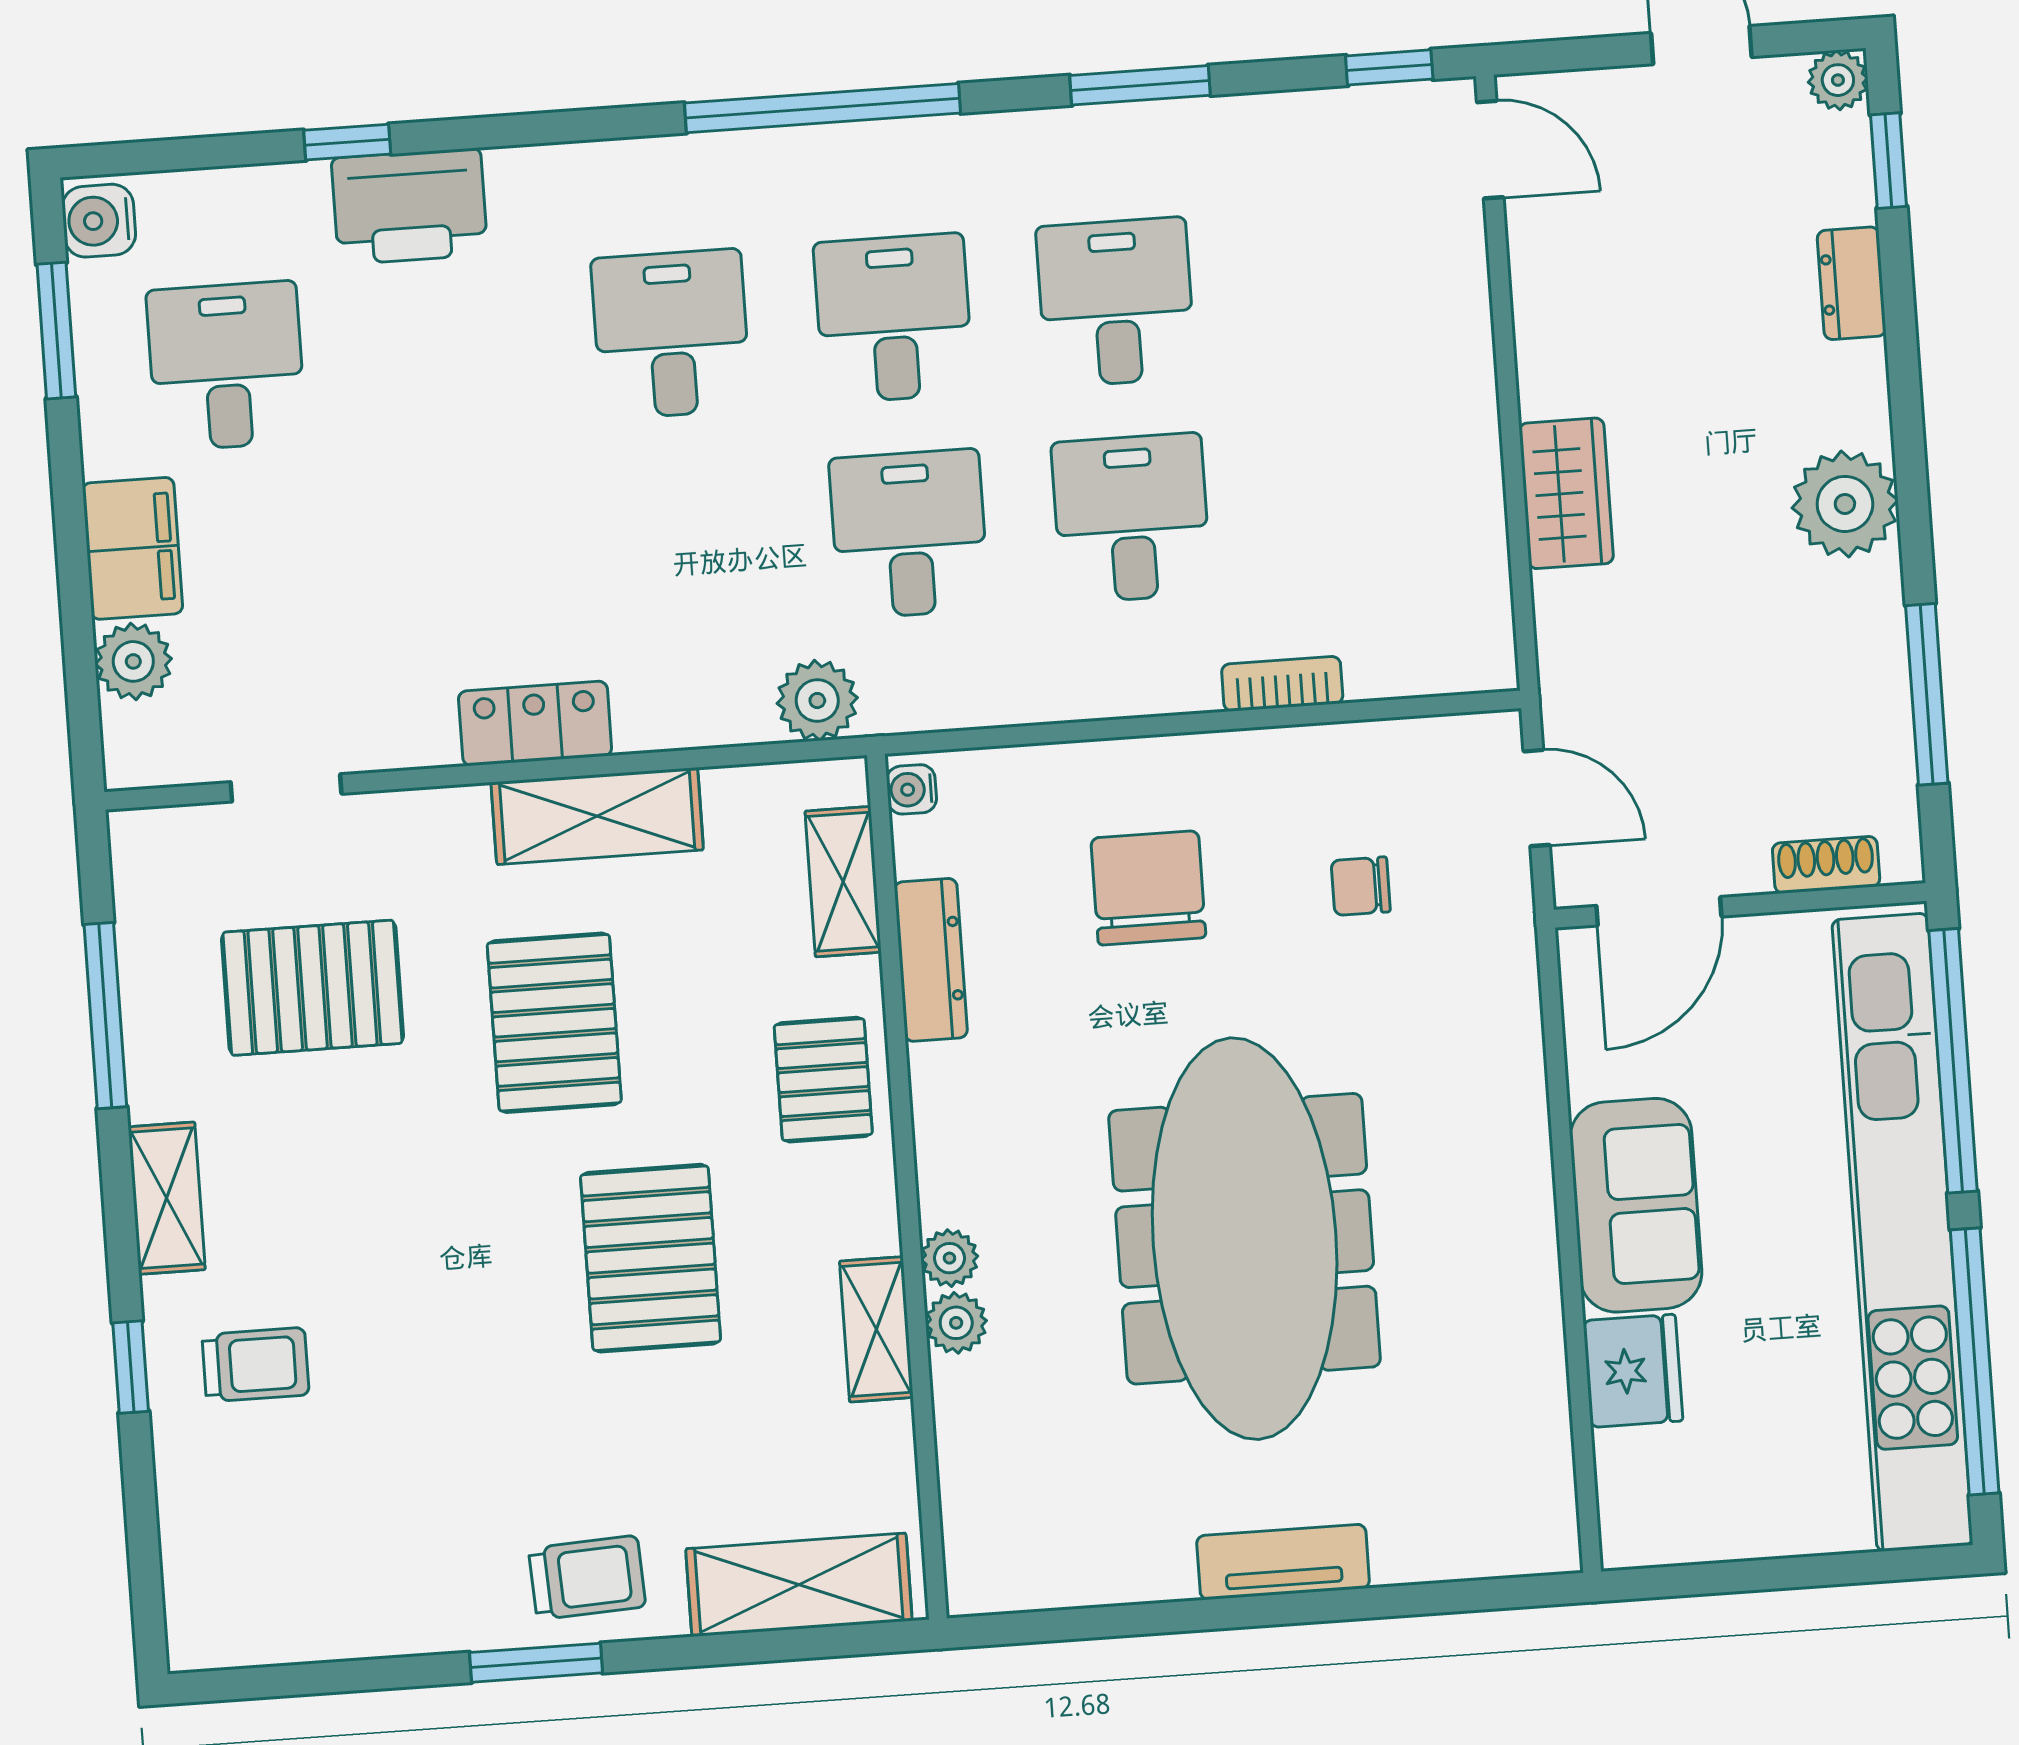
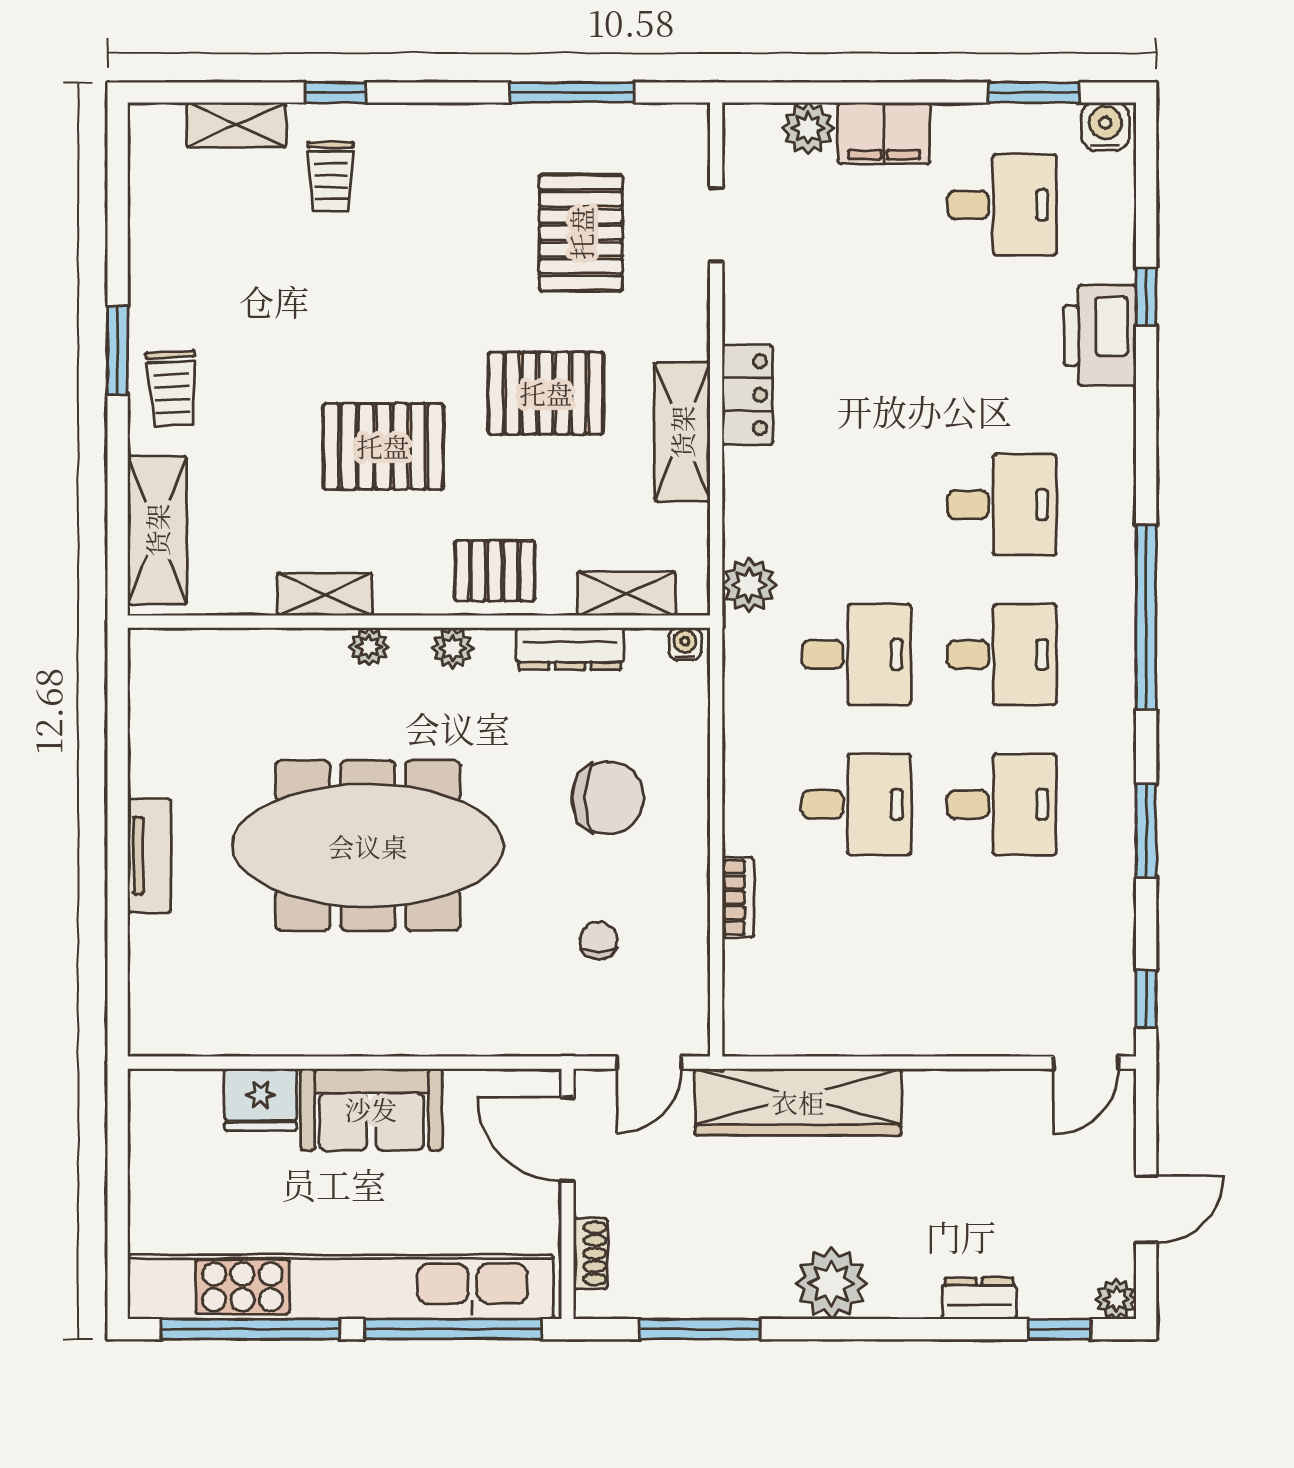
wardrobe: (1566, 493) -> (798, 1102), width x2.10, depth x1.17
shelving: (167, 1198) -> (236, 125), moved
plant: (956, 1323) -> (453, 648), moved

